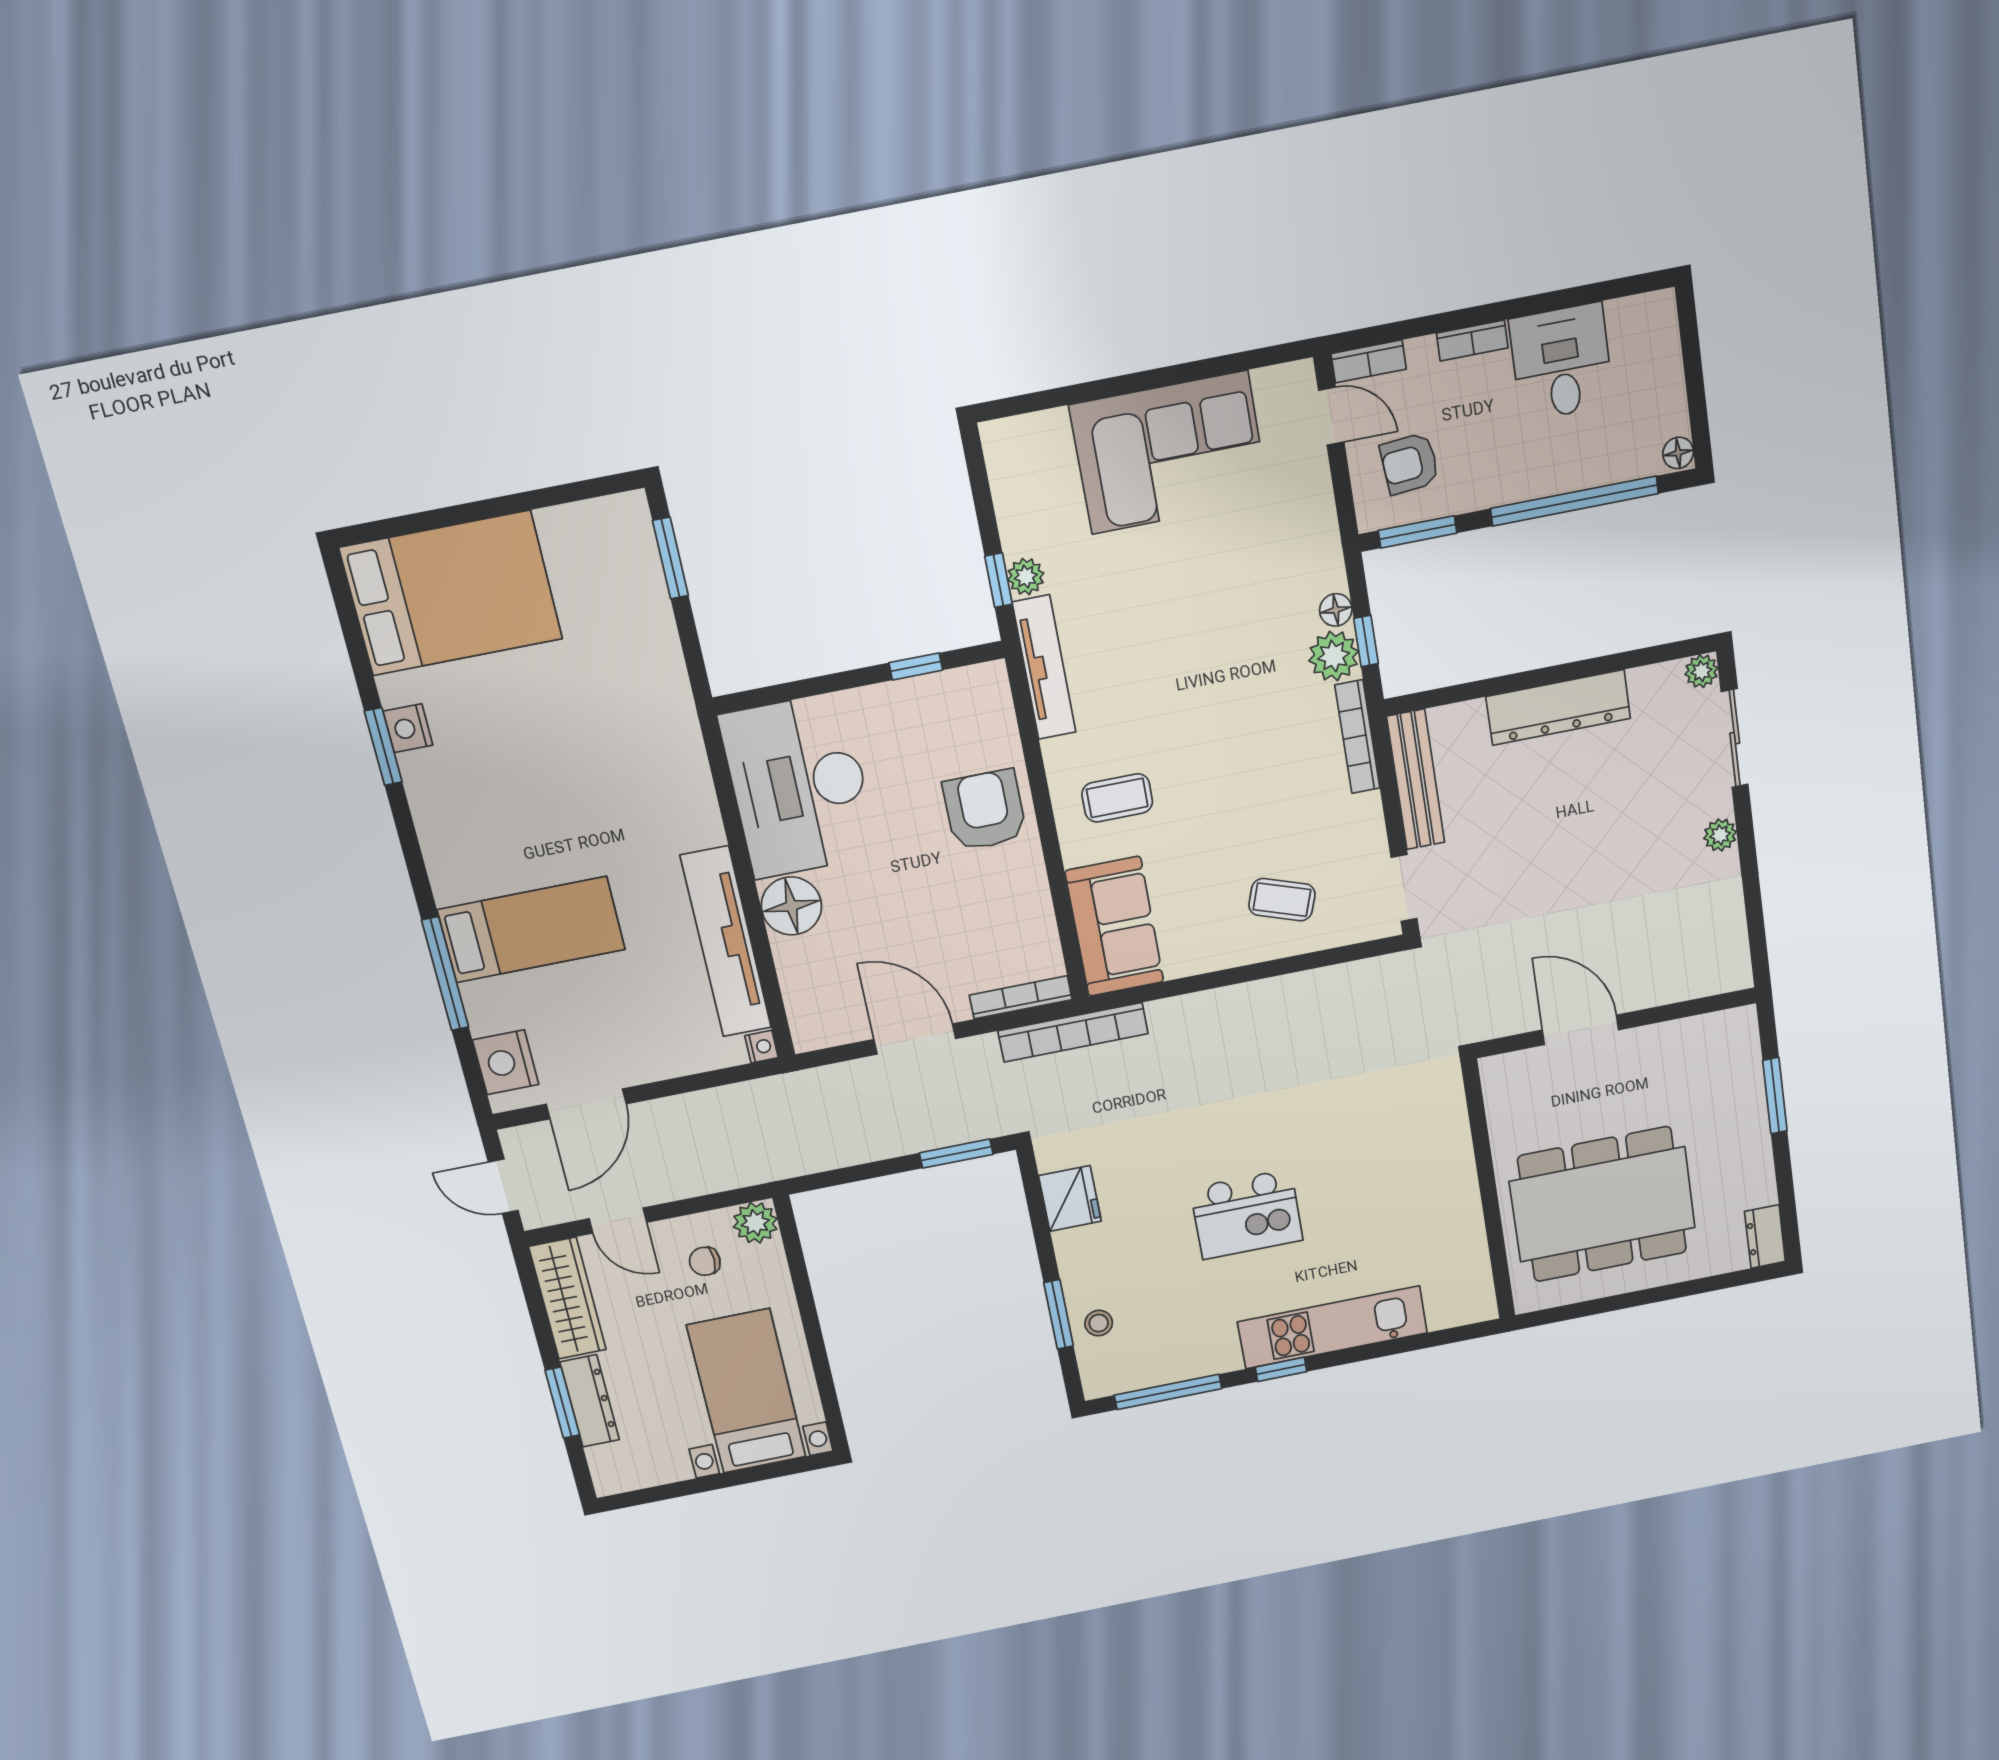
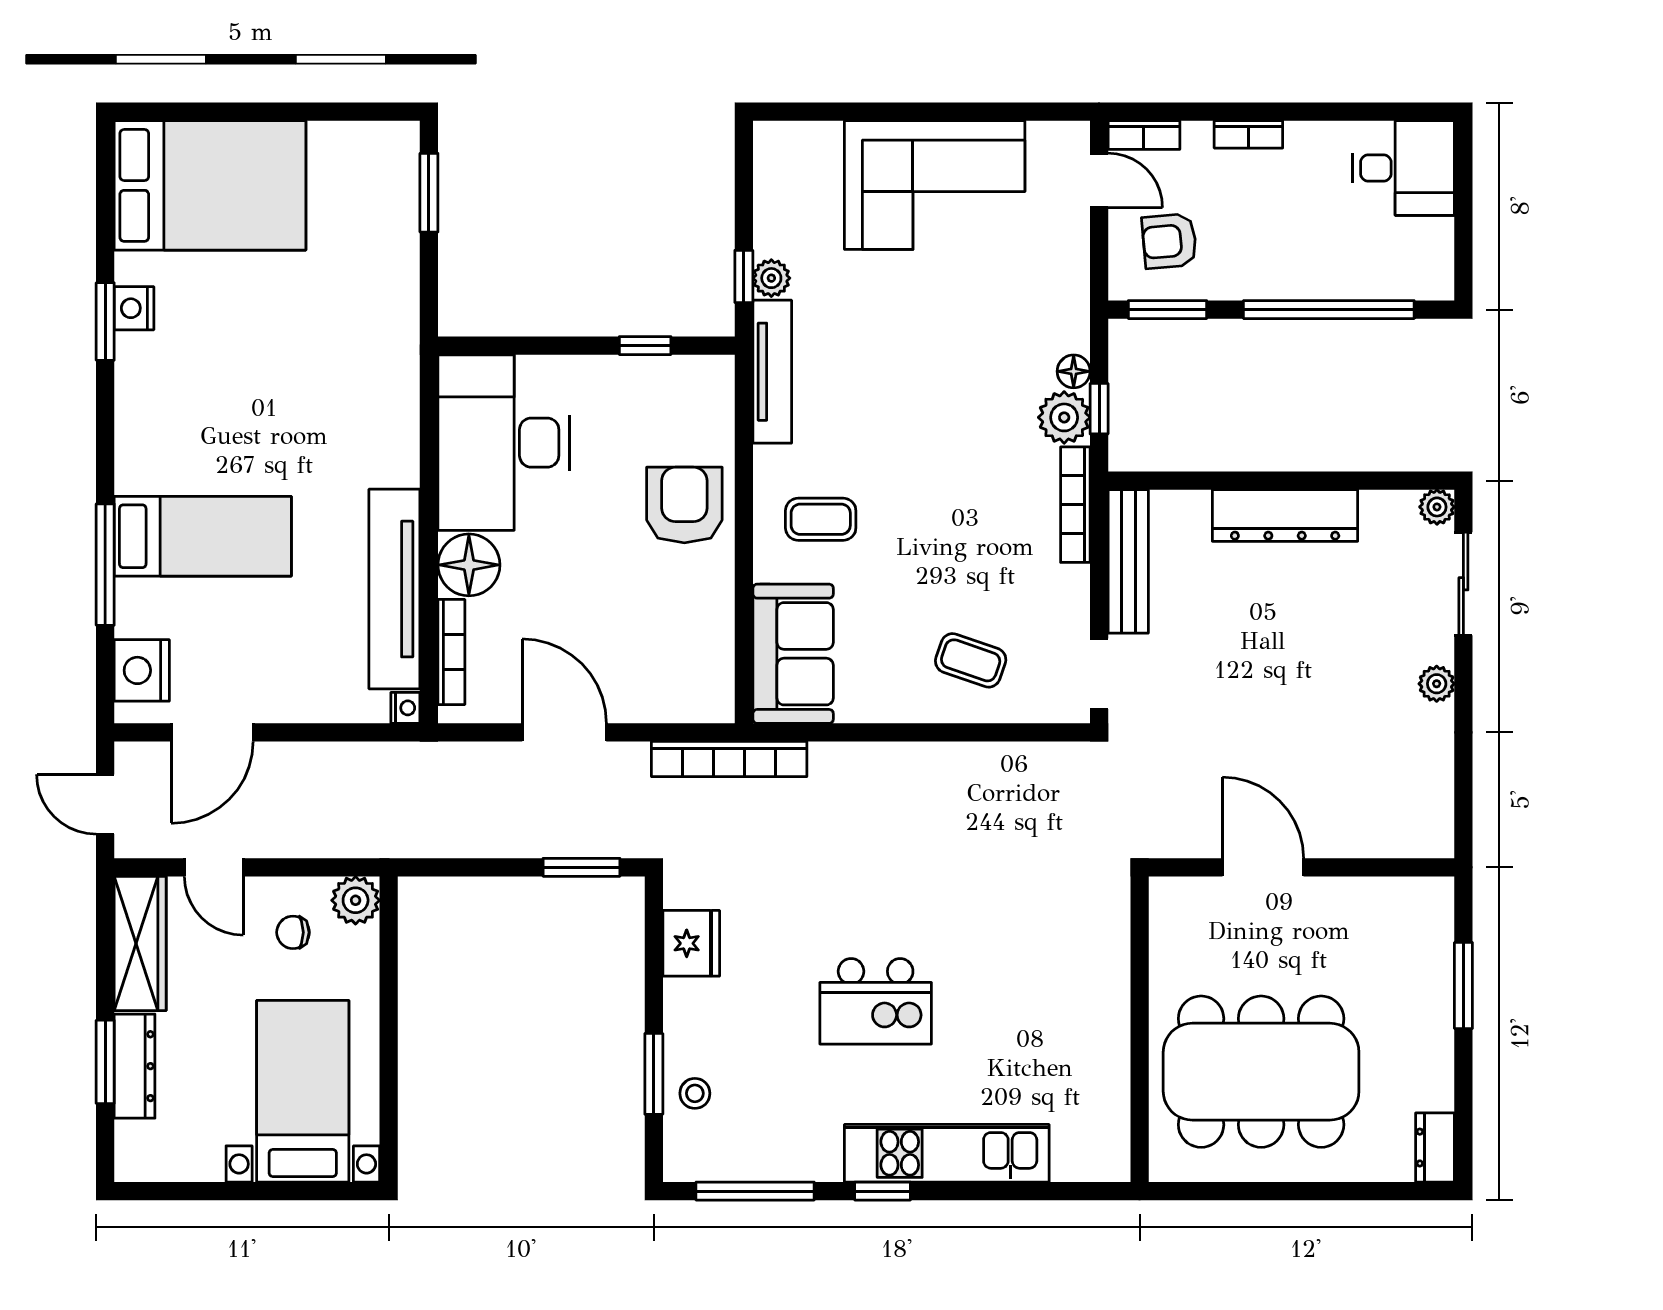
desk: (1561, 362) -> (1403, 168), moved, turned 90
floor lamp: (1678, 453) -> (1439, 282), removed
bookcase: (1021, 997) -> (451, 652), moved, turned 90

